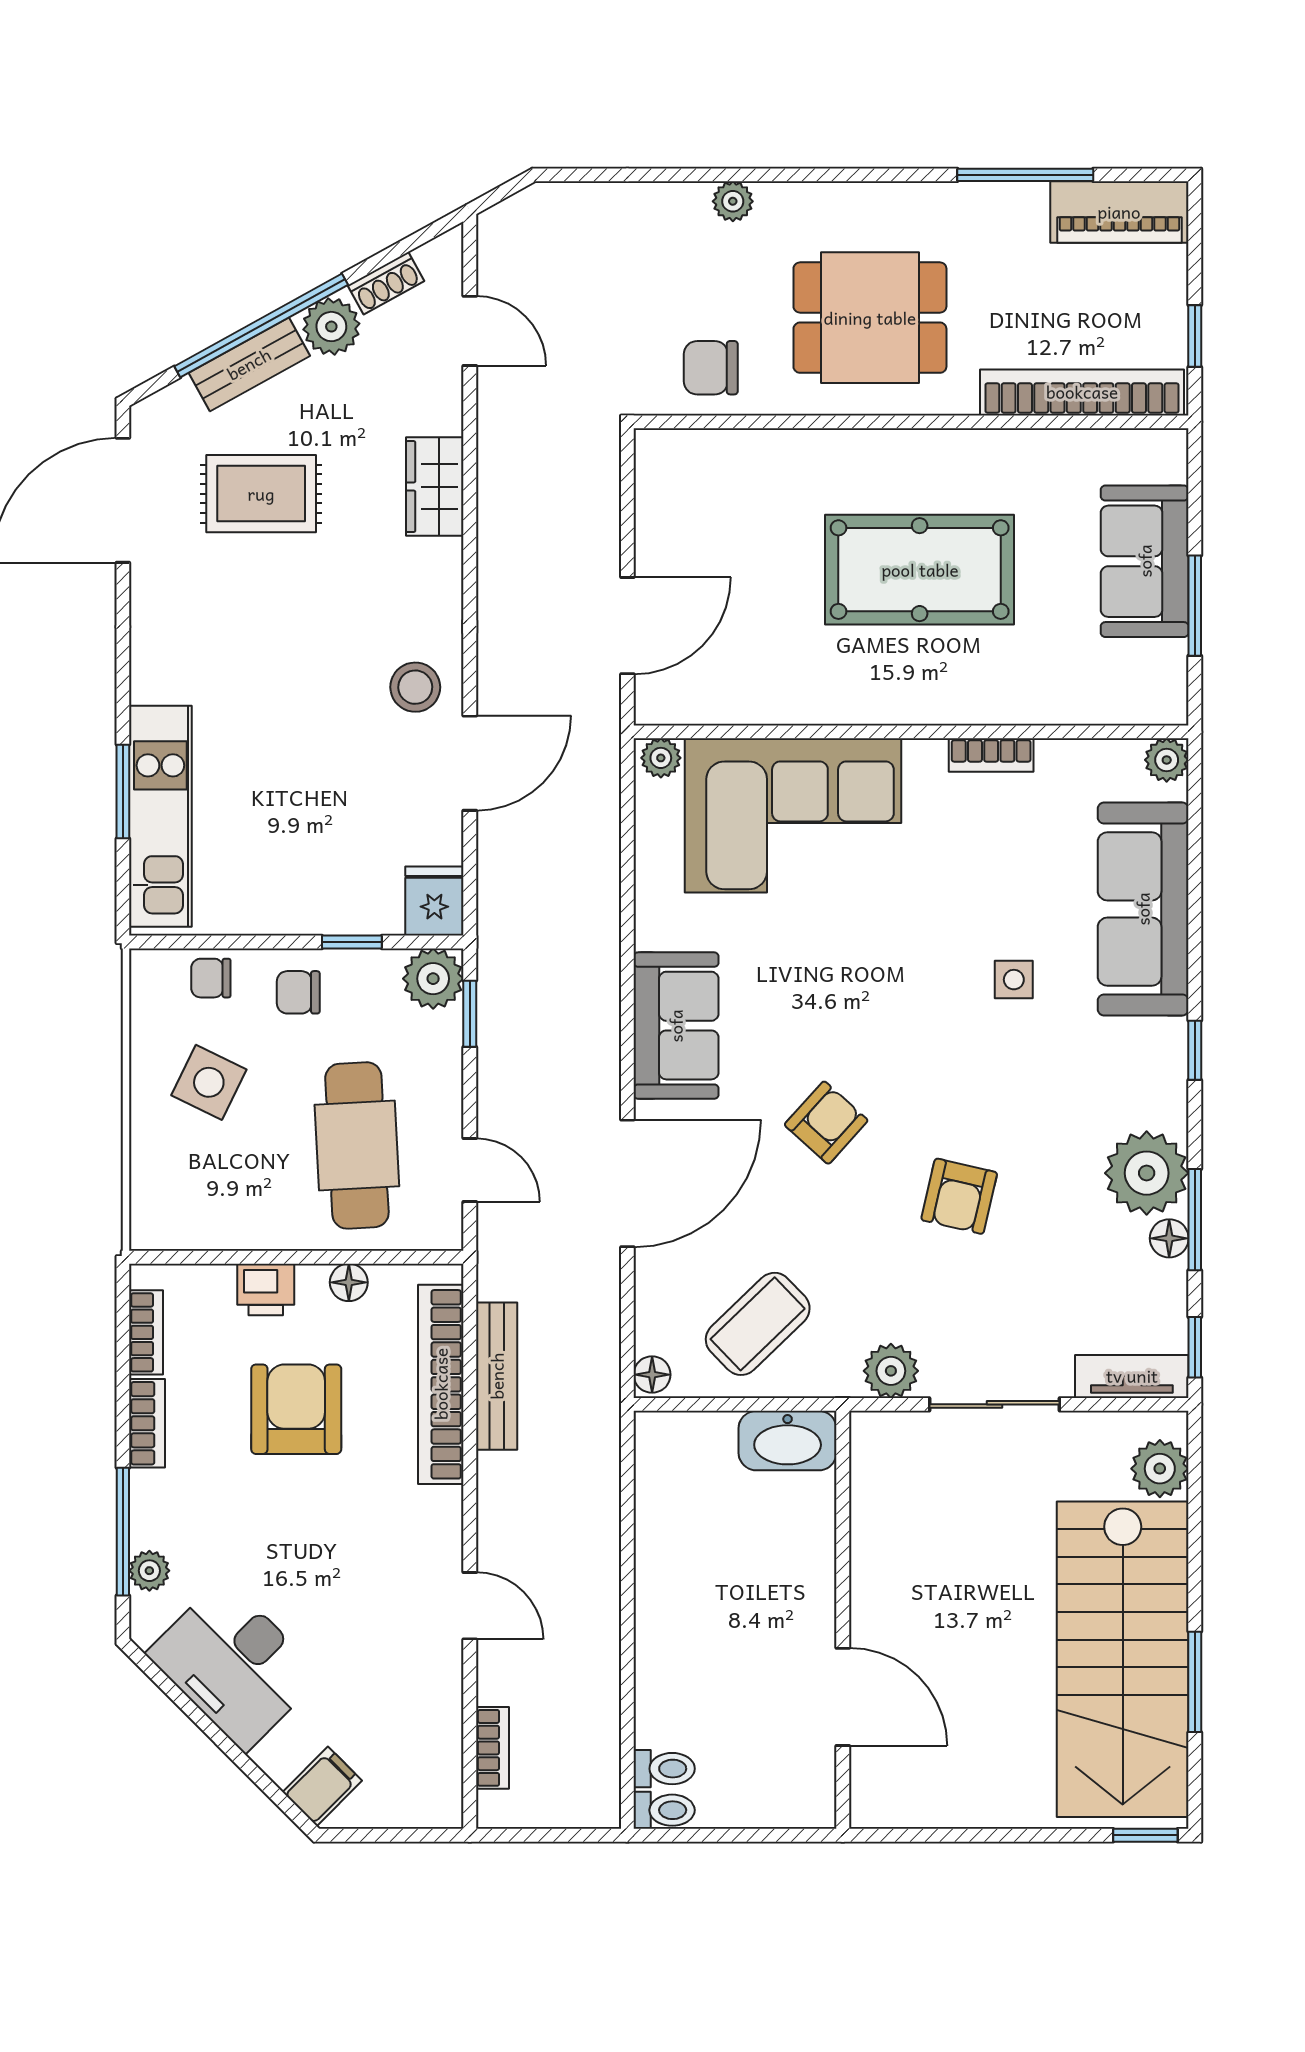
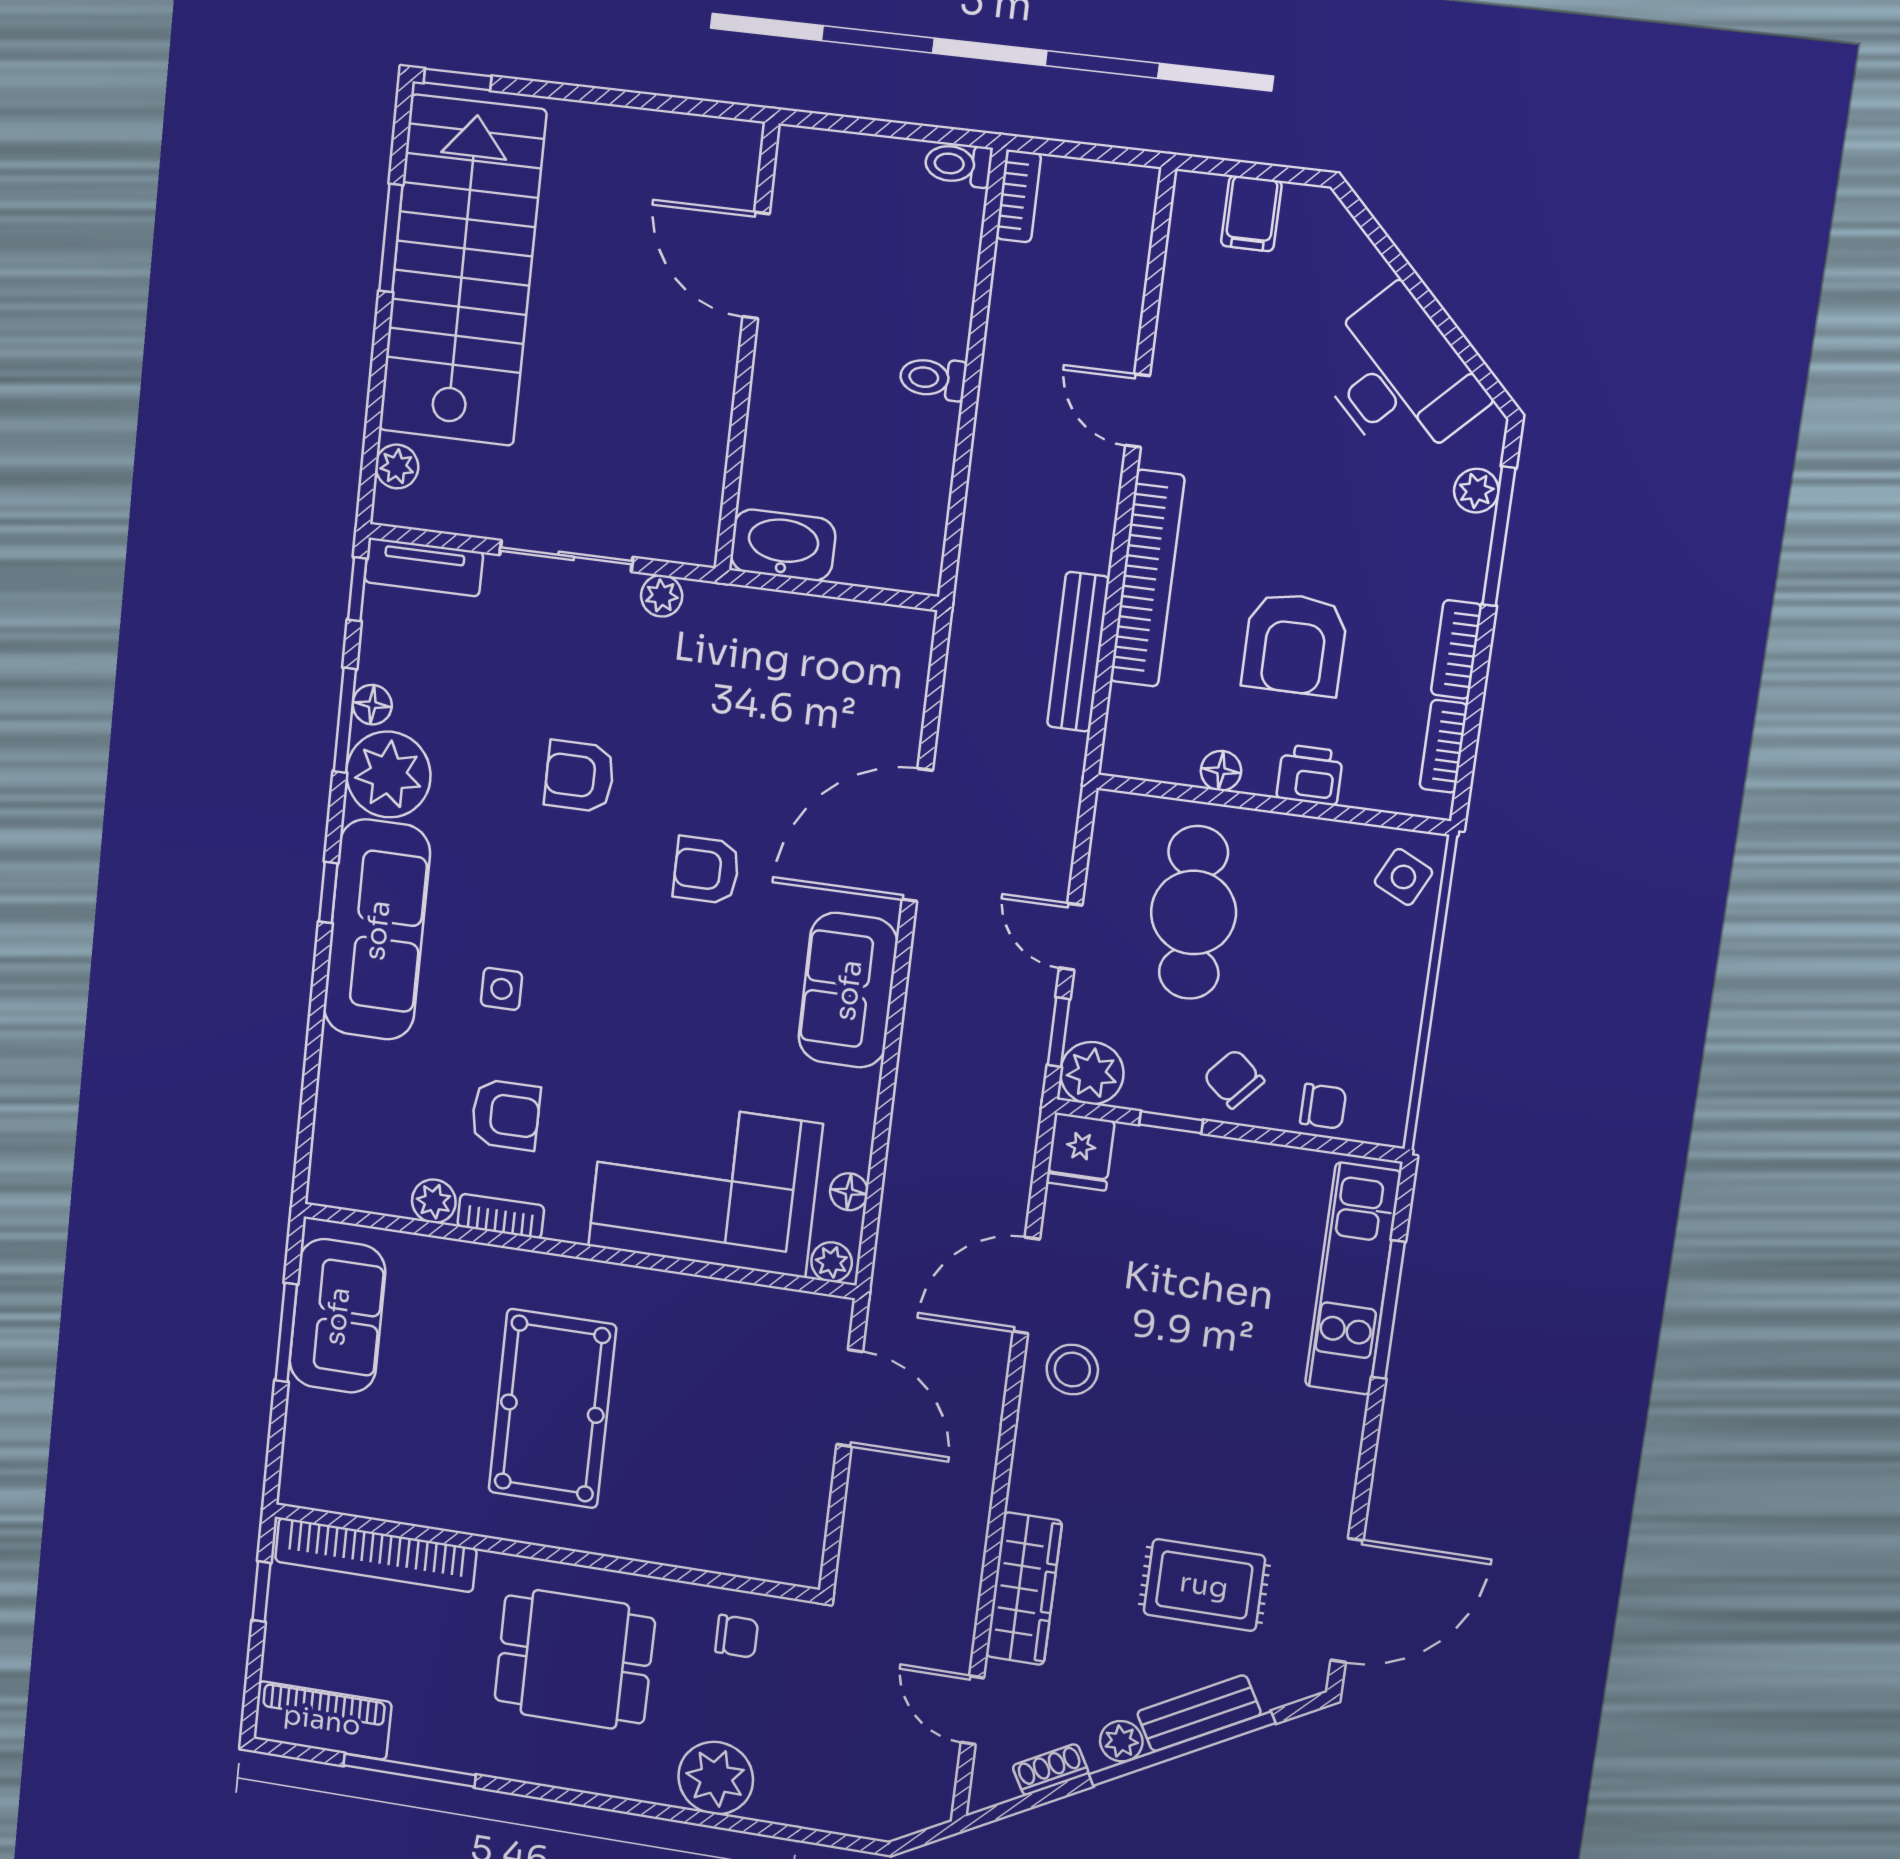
plant: (733, 201) -> (716, 1778), width x1.87, depth x1.87
plant: (331, 327) -> (1121, 1741), width x0.73, depth x0.73
chair: (711, 368) -> (737, 1636), width x0.73, depth x0.73
wardrobe: (435, 487) -> (1024, 1589), width x1.50
sofa: (1145, 561) -> (337, 1316), moved
pool table: (920, 570) -> (552, 1409), turned 90
door: (627, 626) -> (850, 1398), swing flipped
plant: (1167, 760) -> (434, 1201), moved
window: (123, 791) -> (1388, 1310), width x1.44
armchair: (997, 856) -> (506, 1115), added
sofa: (1143, 909) -> (377, 930), moved
chair: (298, 992) -> (1234, 1079), turned -139
side table: (209, 1082) -> (1403, 877), moved, width x0.73, depth x0.73
armchair: (826, 1123) -> (706, 870), turned 48
door: (470, 1170) -> (1071, 937), moved
armchair: (959, 1196) -> (579, 776), turned -103
coffee table: (758, 1324) -> (800, 671), removed
plant: (891, 1371) -> (662, 596), width x0.73, depth x0.73
floor lamp: (652, 1375) -> (849, 1192), moved
bookcase: (441, 1384) -> (1147, 578), moved
plant: (1160, 1469) -> (397, 466), width x0.73, depth x0.73
bookcase: (492, 1748) -> (1019, 196), moved, turned 180
toilet: (664, 1769) -> (933, 378), moved
filing cabinet: (322, 1786) -> (1251, 213), moved, turned -45

